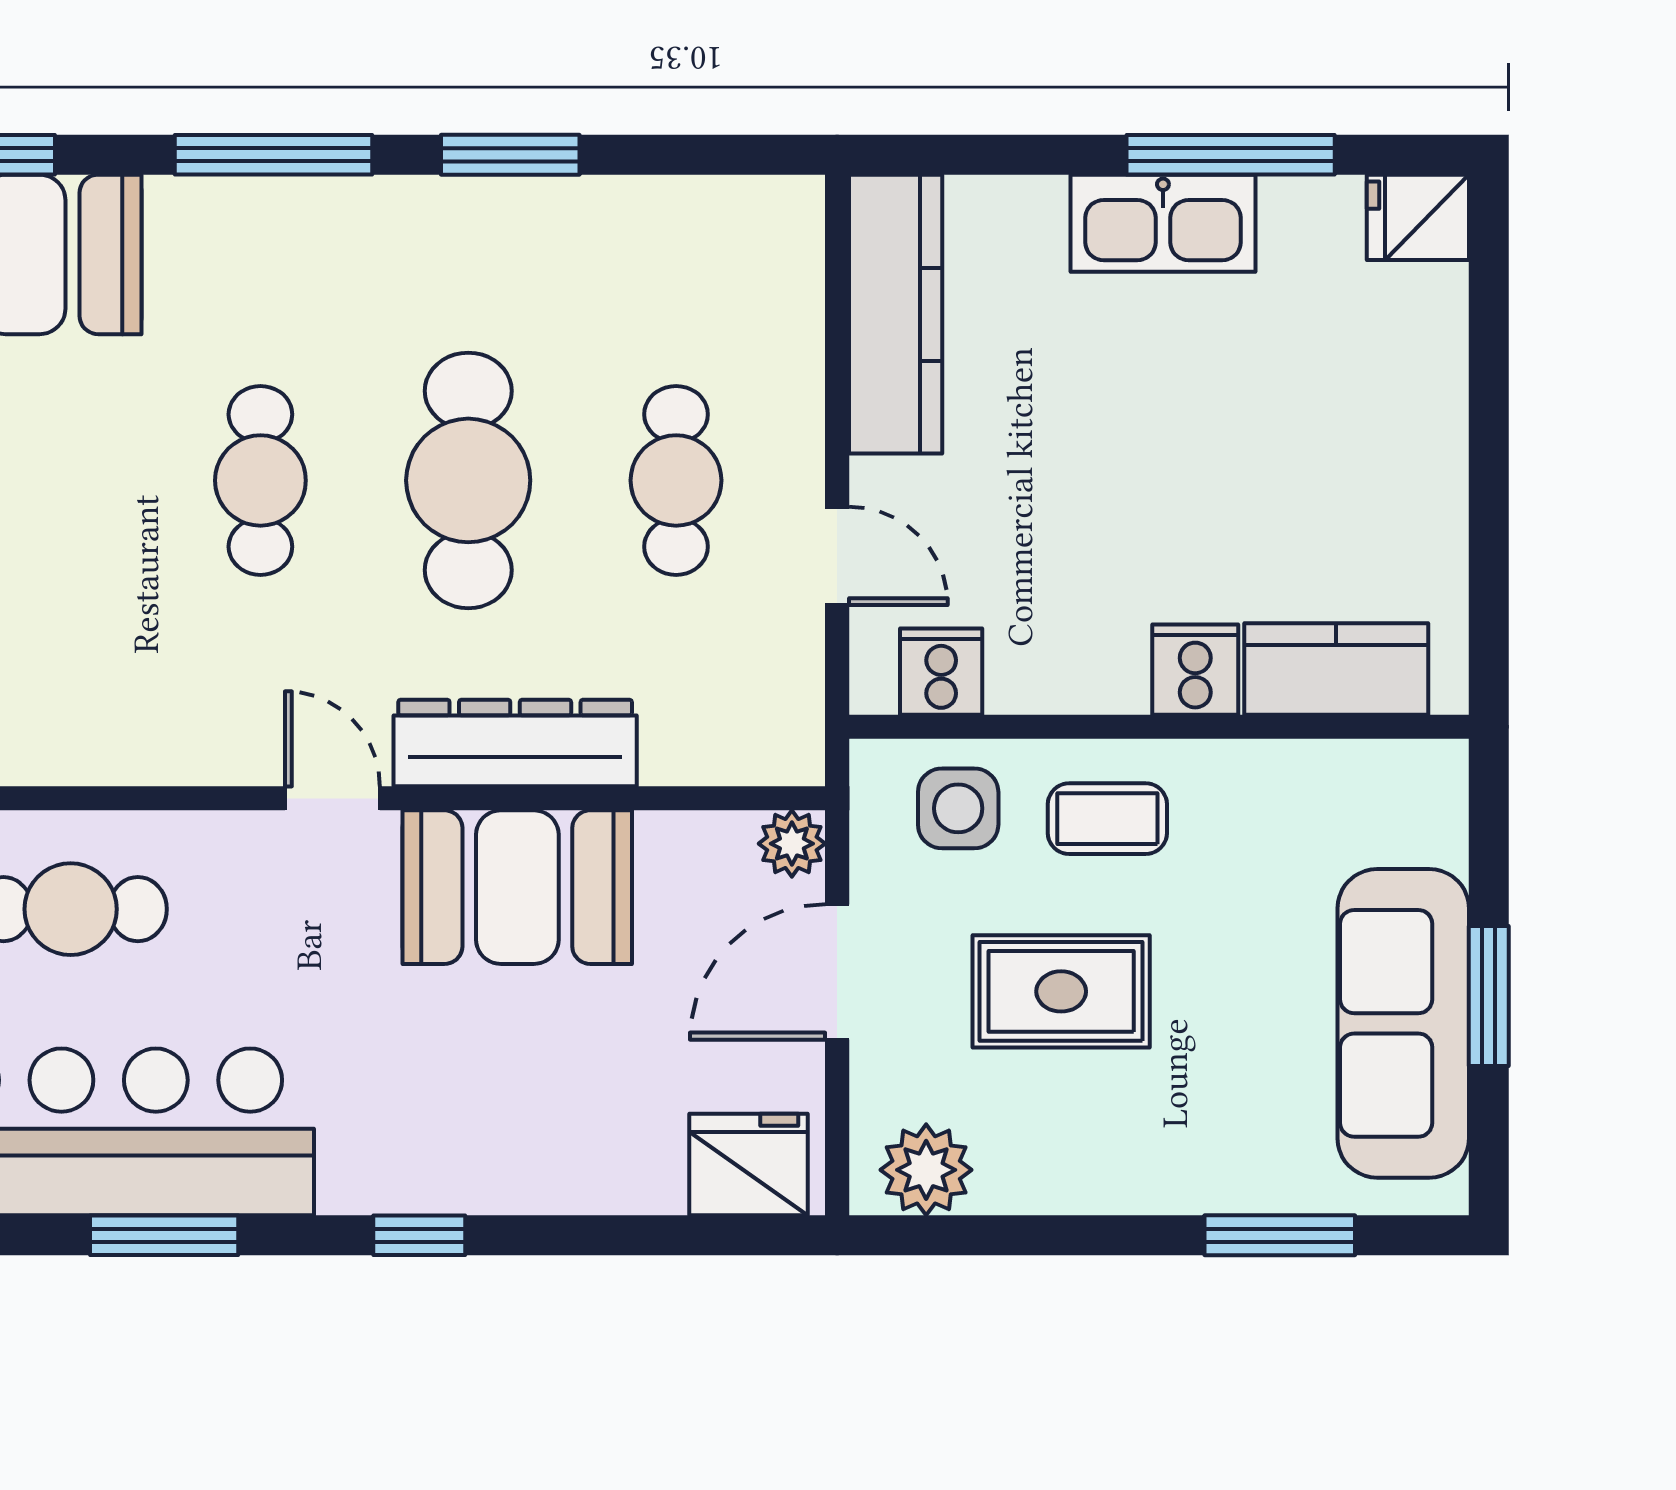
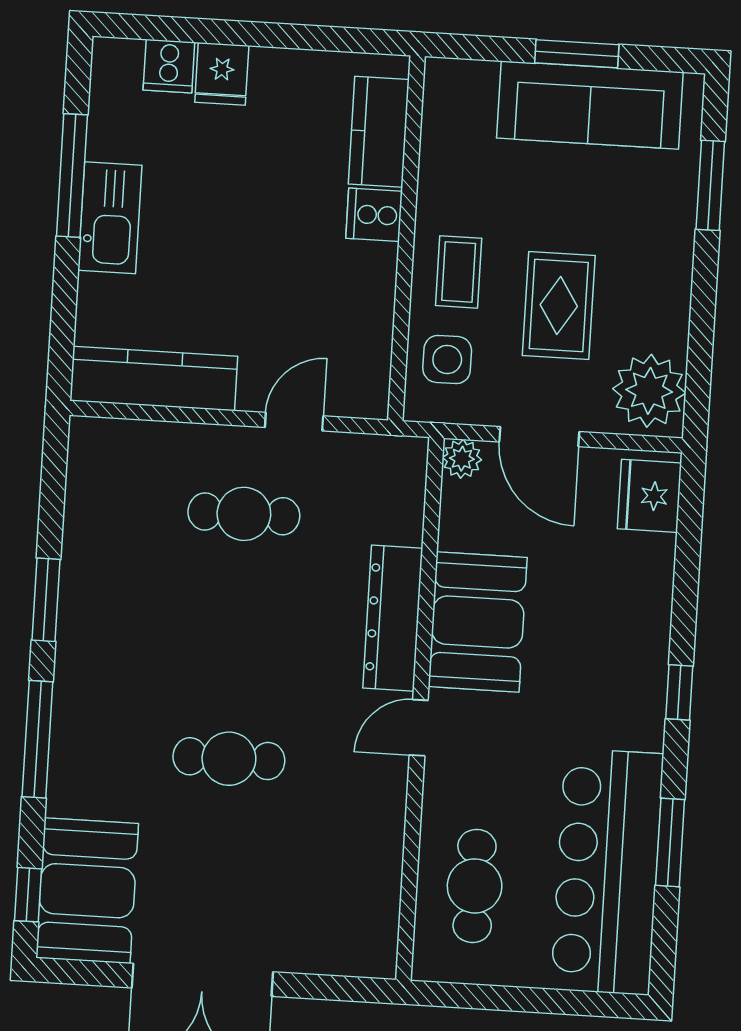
fridge: (1418, 217) -> (222, 74), moved
cafe table: (468, 480) -> (236, 636), removed
cooker: (941, 672) -> (169, 66), moved, turned -90
plant: (926, 1170) -> (649, 391), width x1.36, depth x1.36

